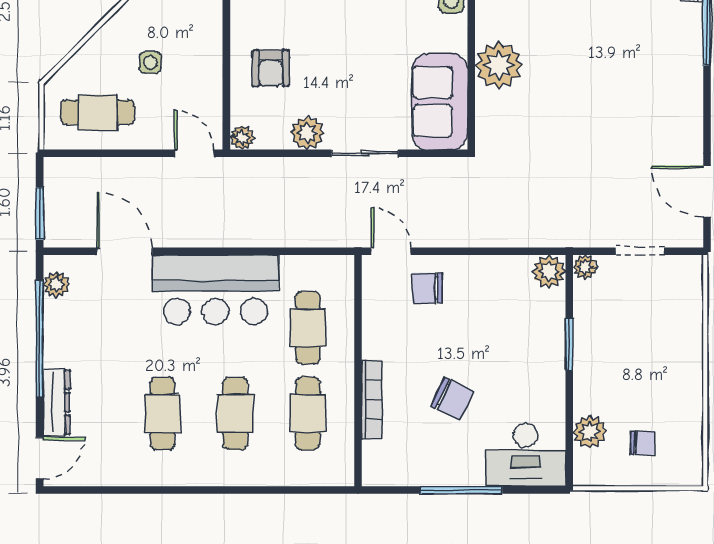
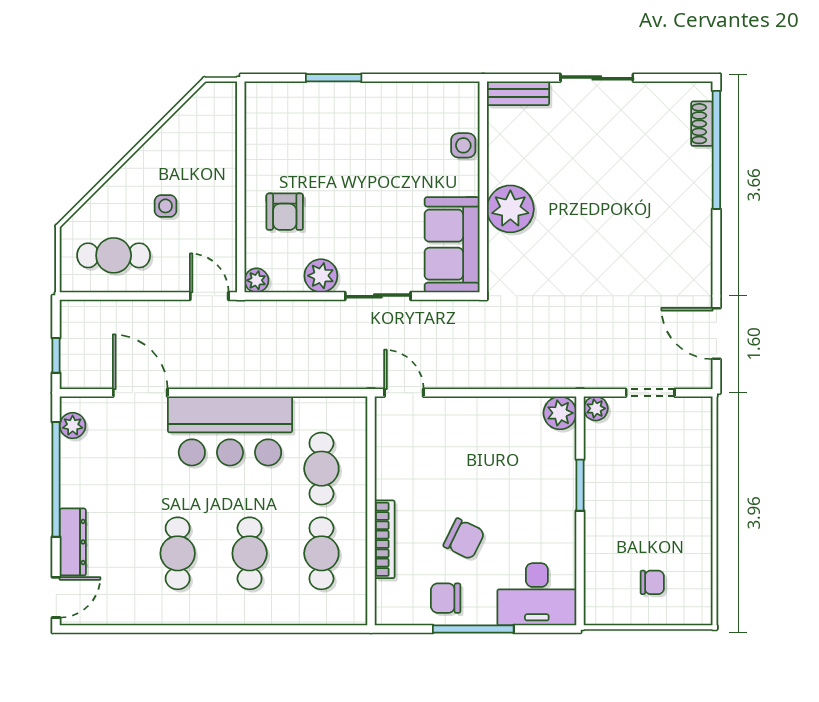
window: (40, 213) -> (56, 355), width x0.67
chair: (427, 288) -> (446, 598), moved
plant: (590, 432) -> (600, 571), removed

